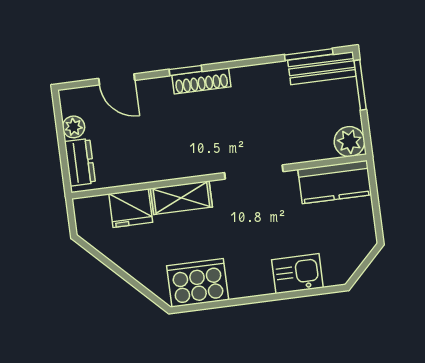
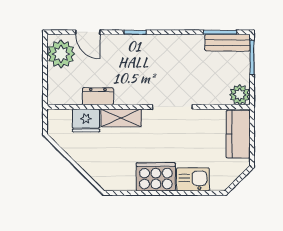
shoe rack: (201, 81) -> (145, 41), removed
plant: (74, 127) -> (61, 54), width x1.87, depth x1.87
dresser: (80, 162) -> (98, 96), moved, turned -90
kitchen counter: (335, 182) -> (238, 134), moved, turned 90
cooker: (198, 283) -> (156, 177), moved

